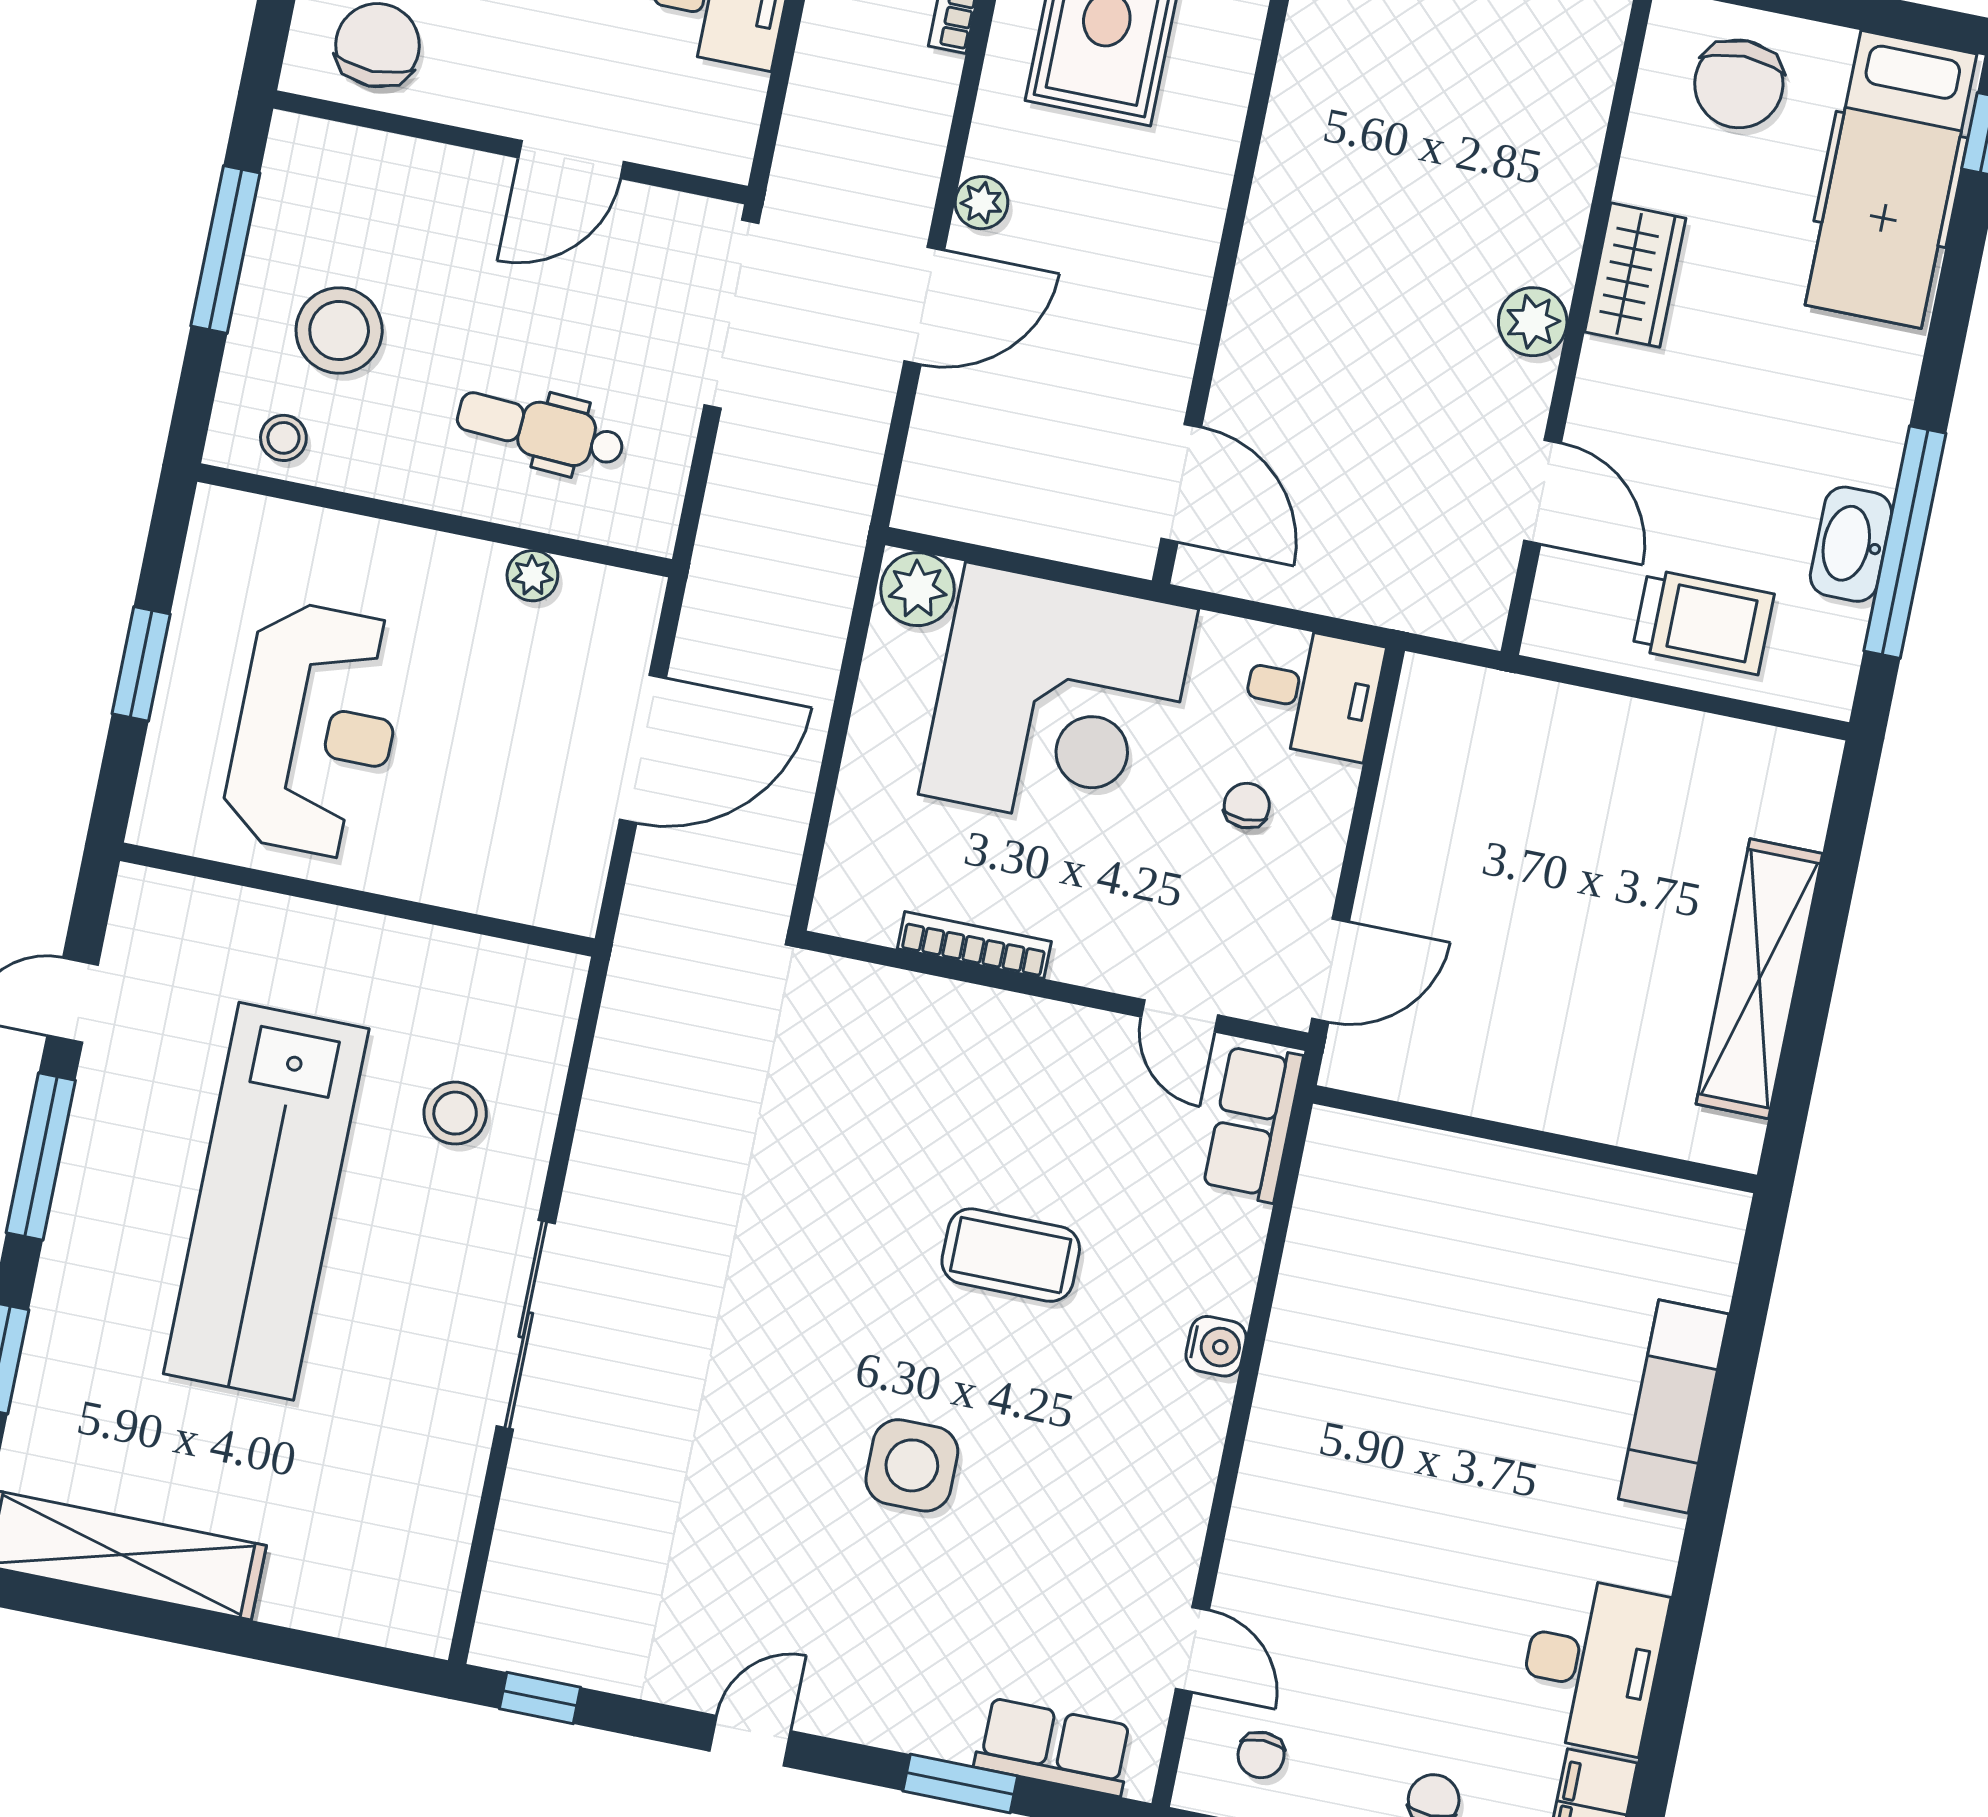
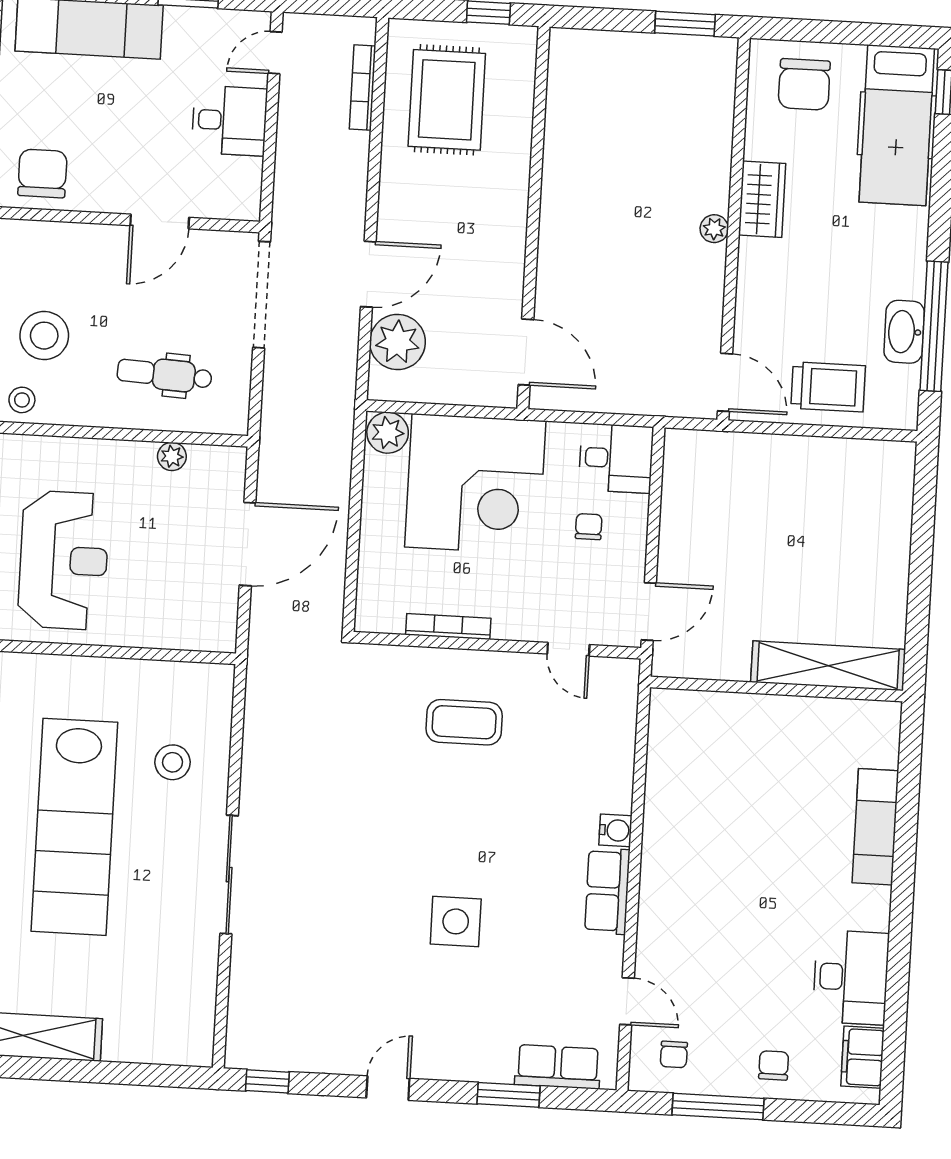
plant: (982, 203) -> (398, 342), moved, width x1.88, depth x1.88
plant: (1533, 322) -> (714, 229), width x0.73, depth x0.73
door: (1542, 492) -> (725, 382), moved
shelving: (1759, 979) -> (828, 666), moved, turned 90
row of seats: (1253, 1122) -> (607, 891), moved
coffee table: (1011, 1255) -> (464, 722), moved

